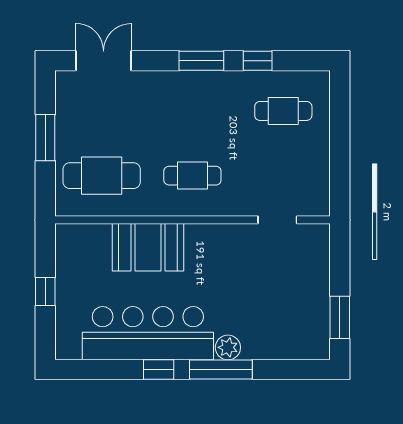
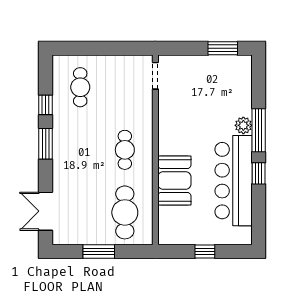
doorway: (277, 220) -> (155, 76), moved

